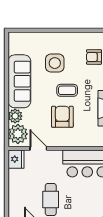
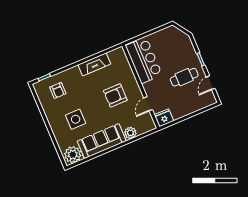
coffee table: (67, 90) -> (93, 100), removed
plant: (18, 134) -> (73, 155), moved

